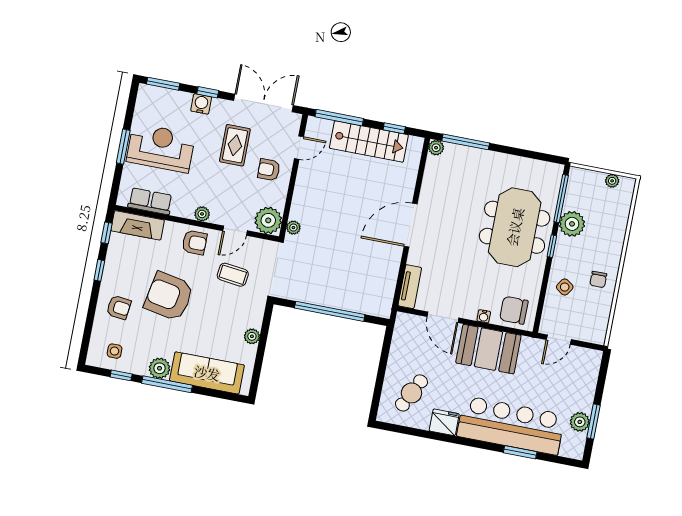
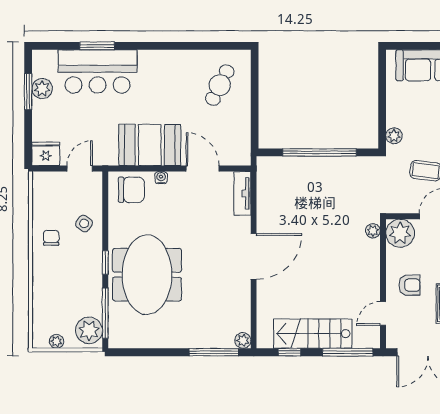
plant: (572, 224) -> (89, 330), moved
plant: (252, 336) -> (394, 136), moved
fridge: (444, 422) -> (46, 154), moved, turned 180
bar counter: (511, 425) -> (98, 71), width x0.73

